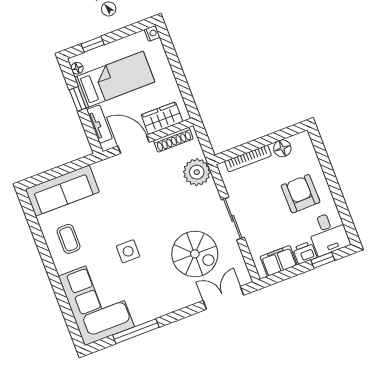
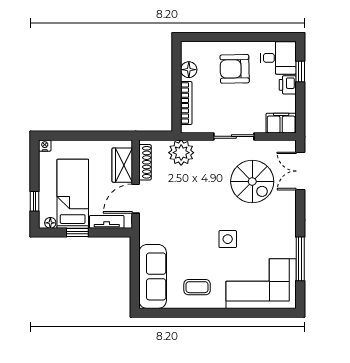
spiral stairs: (195, 254) -> (252, 182), turned 90
filing cabinet: (279, 261) -> (281, 123), moved, turned 90

